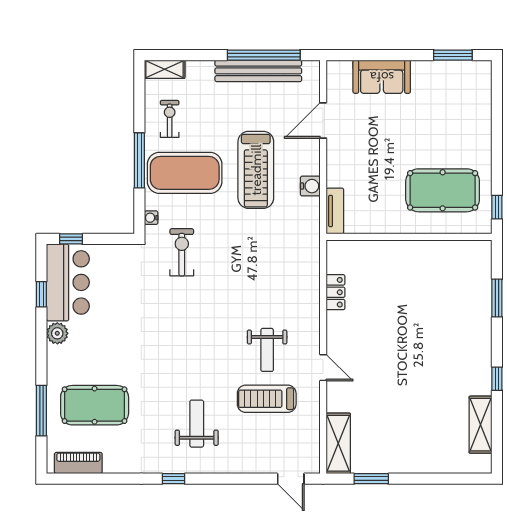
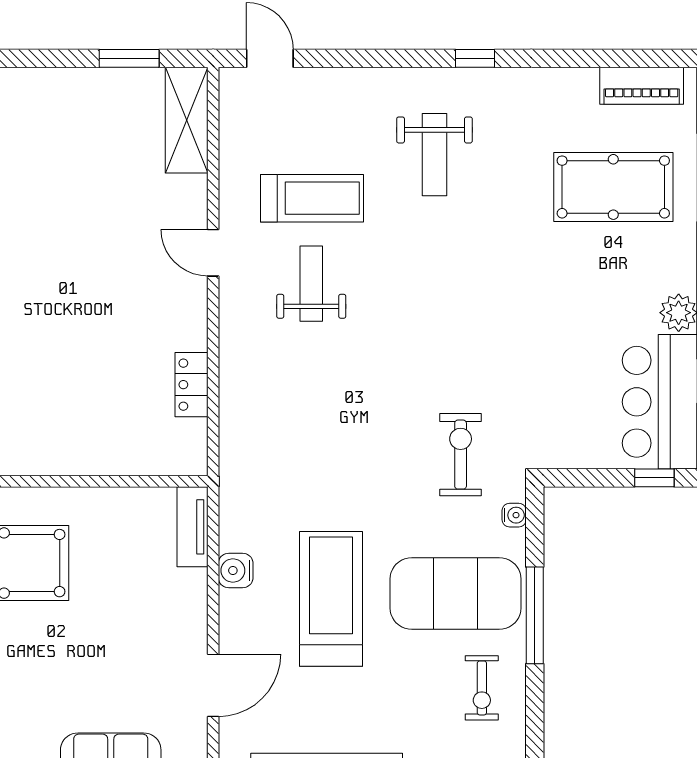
exercise bike: (182, 252) -> (461, 455), turned 180

